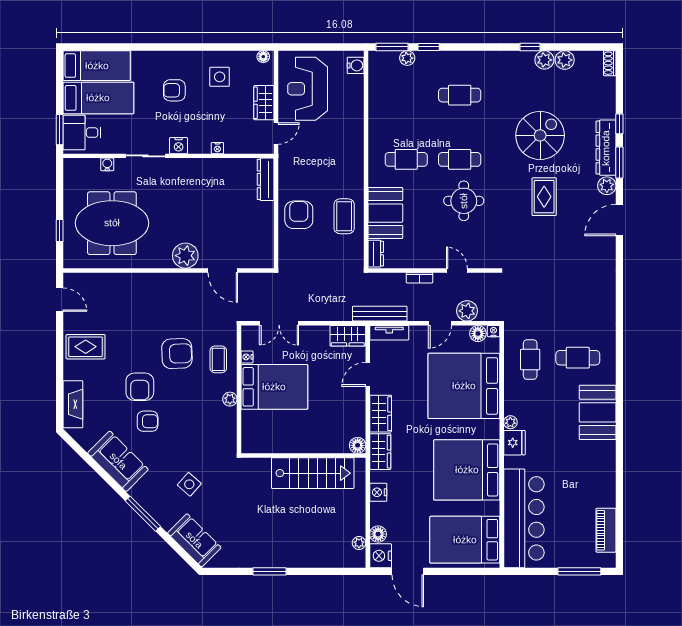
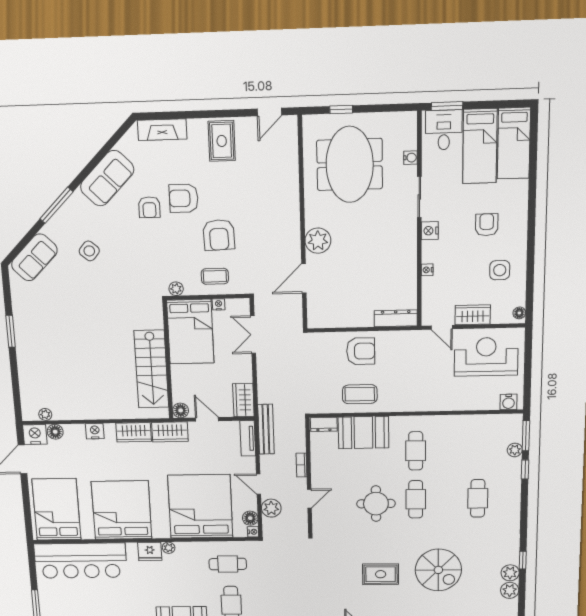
floor lamp: (358, 445) -> (181, 410), moved
wall: (303, 455) -> (168, 360), moved
stairs: (313, 473) -> (151, 369), moved

